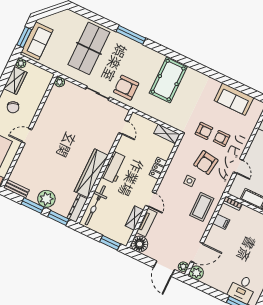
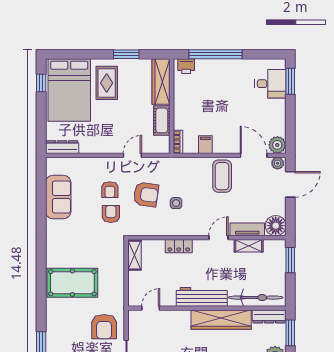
workbench: (114, 167) -> (202, 297), width x1.38
coffee table: (202, 207) -> (222, 176), moved, turned 90

